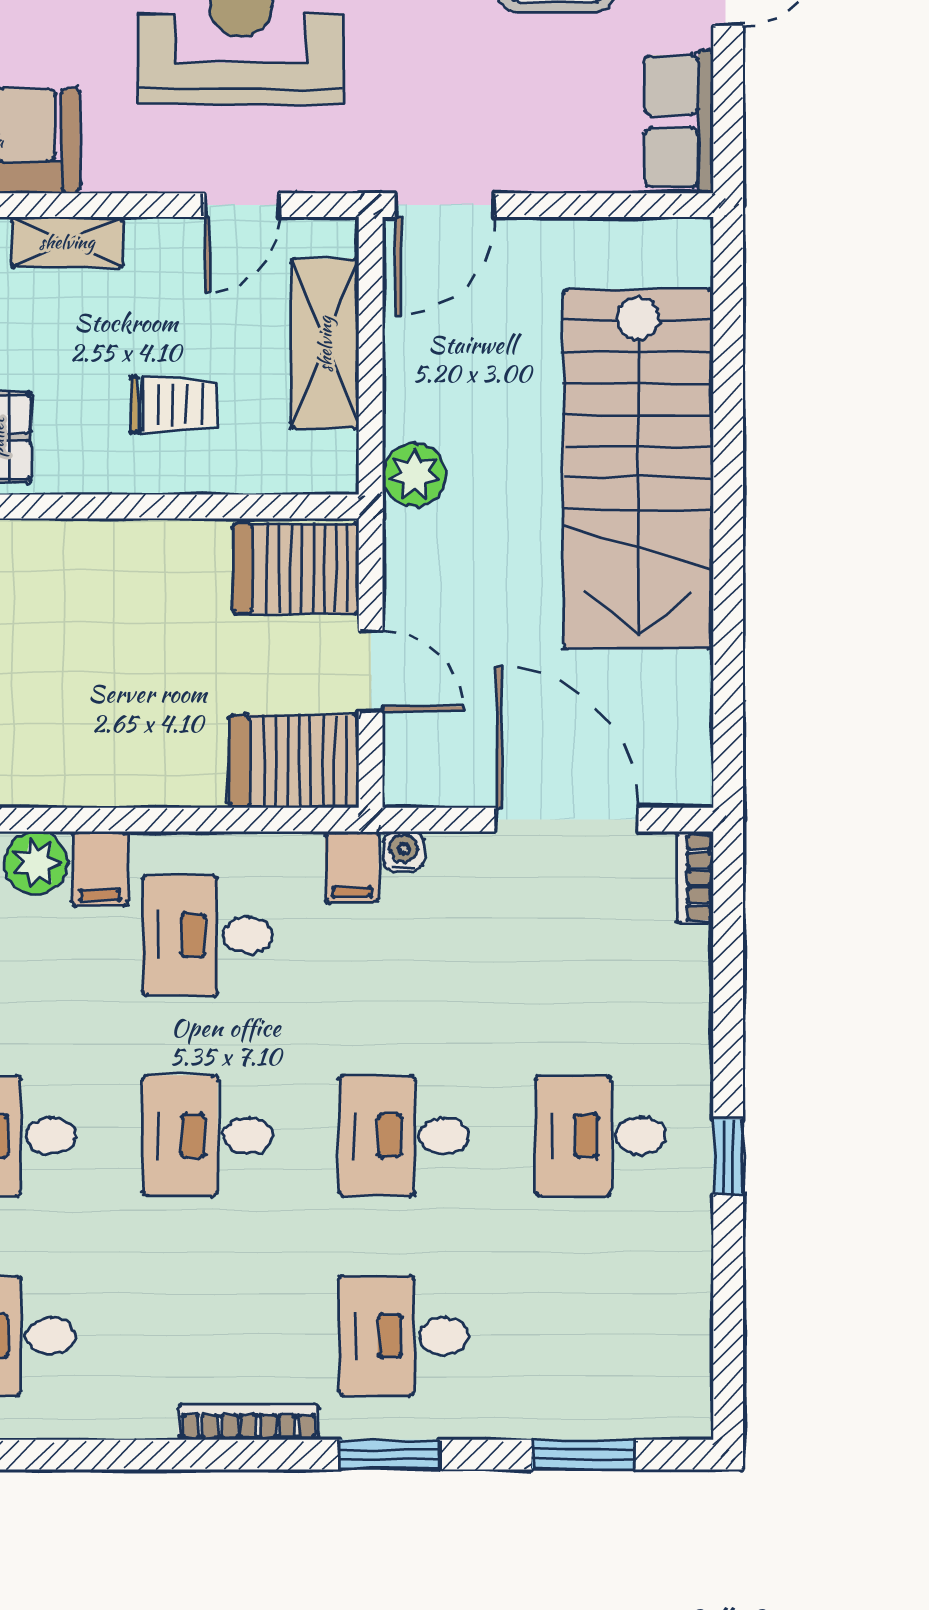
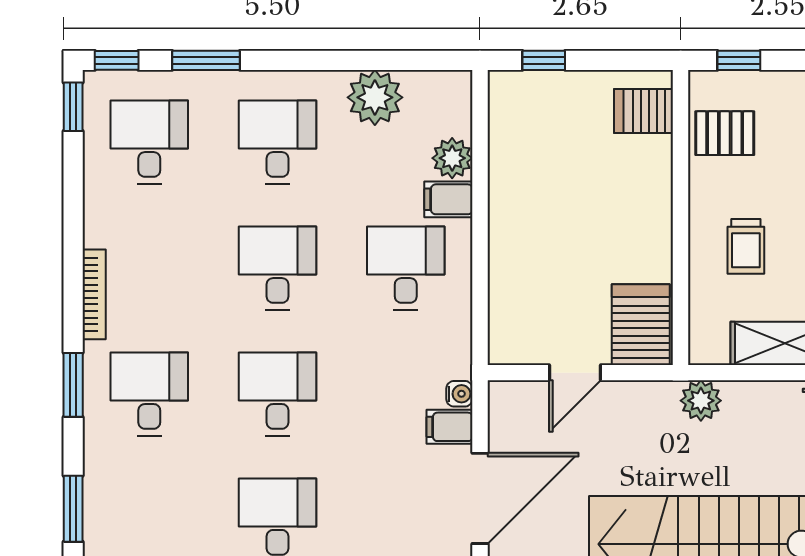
server rack: (294, 761) -> (517, 323), removed
filing cabinet: (352, 867) -> (450, 427), moved

